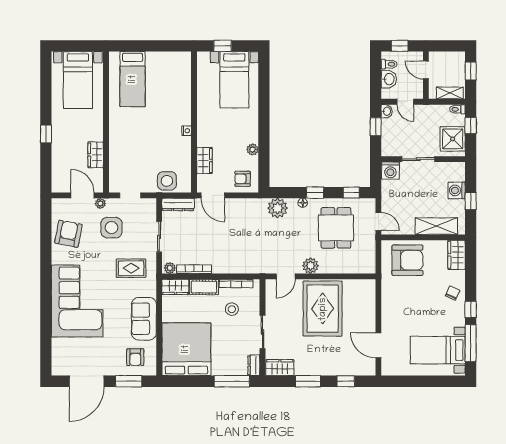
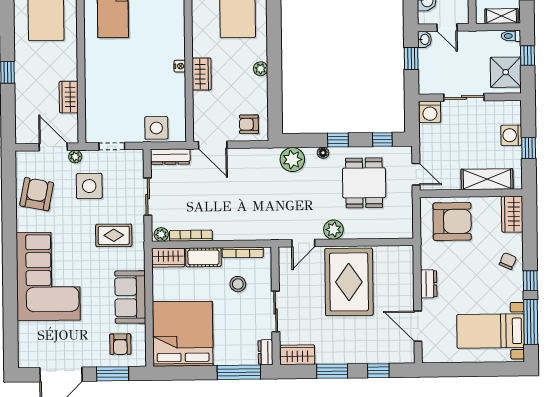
plant: (253, 149) -> (260, 69), moved
wardrobe: (204, 161) -> (202, 74), moved
dresser: (388, 311) -> (429, 284), added

